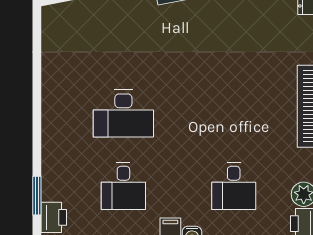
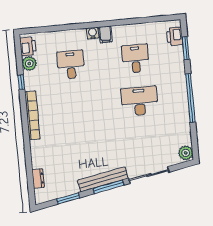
plant: (53, 19) -> (186, 153), added
window: (37, 111) -> (190, 98), added

